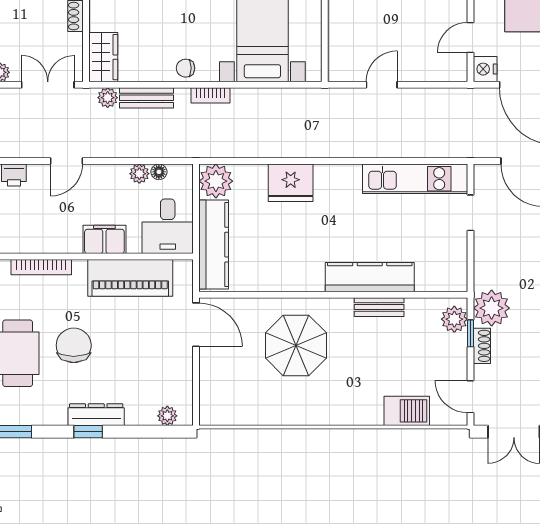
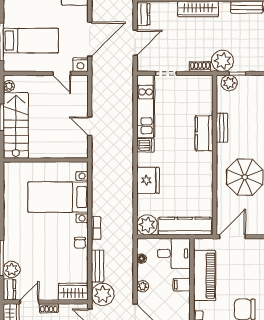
plant: (108, 98) -> (103, 294), width x1.87, depth x1.87
plant: (139, 174) -> (143, 286), moved
dishwasher: (349, 178) -> (146, 145), added
filing cabinet: (104, 239) -> (182, 285), width x0.50
kitchen counter: (370, 277) -> (204, 133), width x0.67
shoe rack: (482, 346) -> (200, 67), moved

